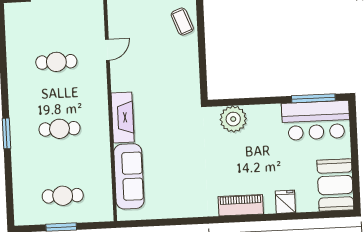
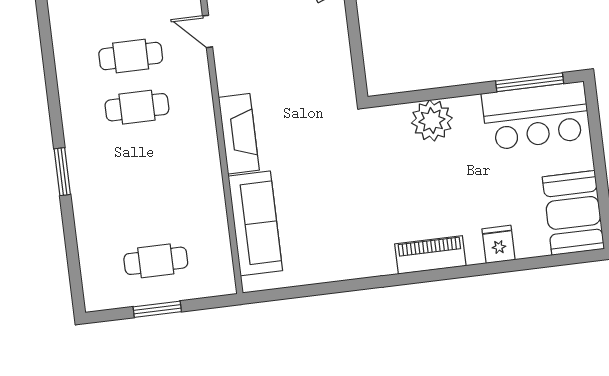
door: (107, 50) -> (208, 31), swing flipped
plant: (233, 119) -> (432, 121), moved
cafe table: (60, 129) -> (137, 107), moved

